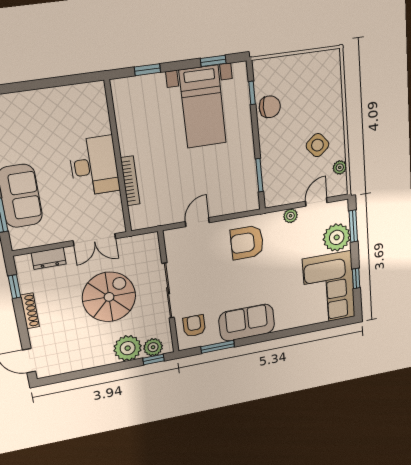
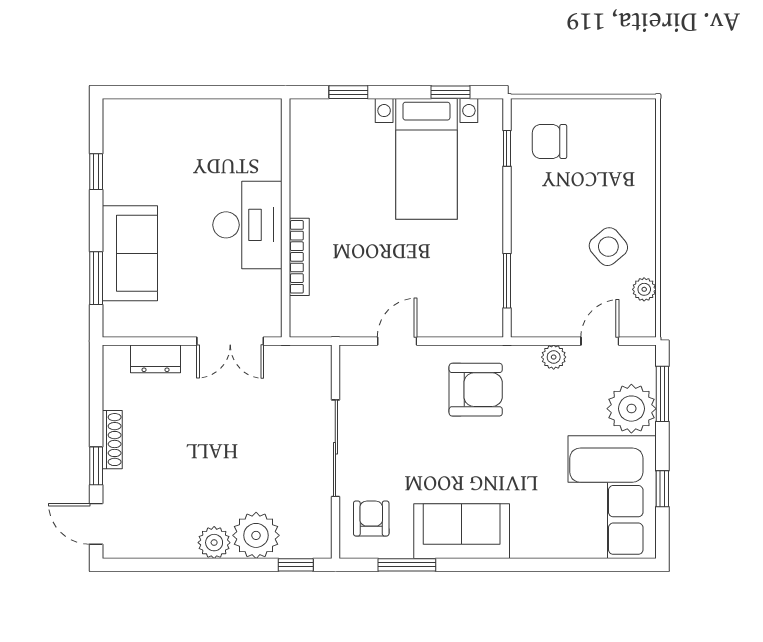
chair: (270, 107) -> (550, 141), moved, turned 180
armchair: (247, 242) -> (476, 390), turned 180
window: (14, 287) -> (96, 466), moved
spiral stairs: (109, 297) -> (239, 440), removed
plant: (153, 347) -> (214, 543), moved

